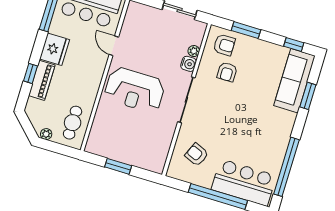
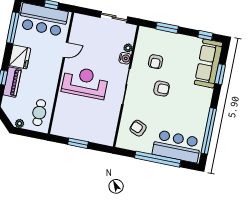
armchair: (224, 45) -> (162, 89), moved
door: (114, 46) -> (66, 50), swing flipped
reception desk: (135, 90) -> (85, 83), turned 180

